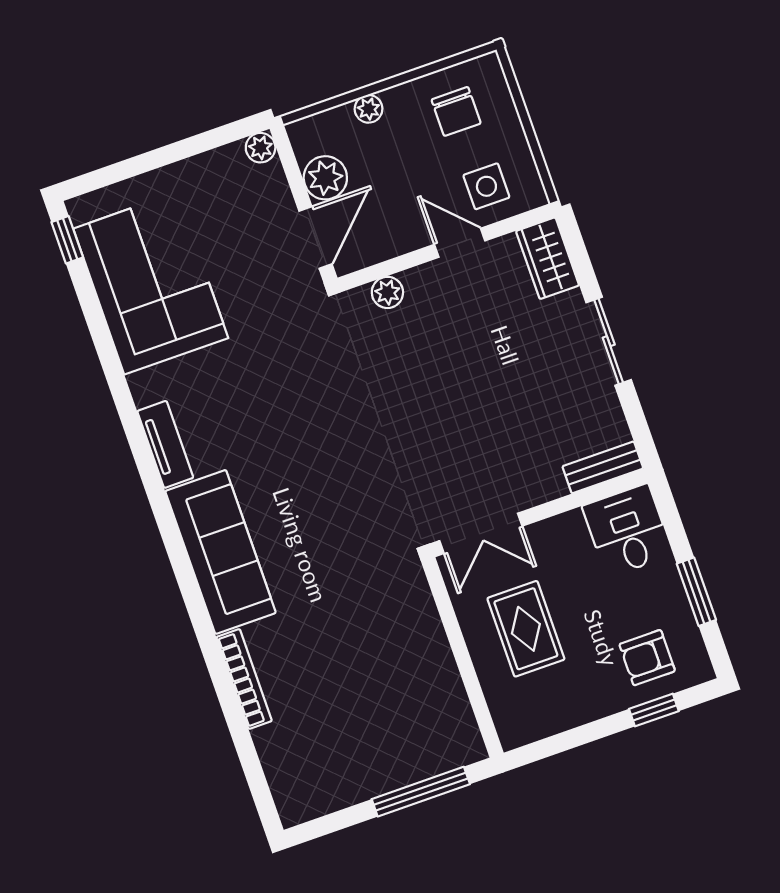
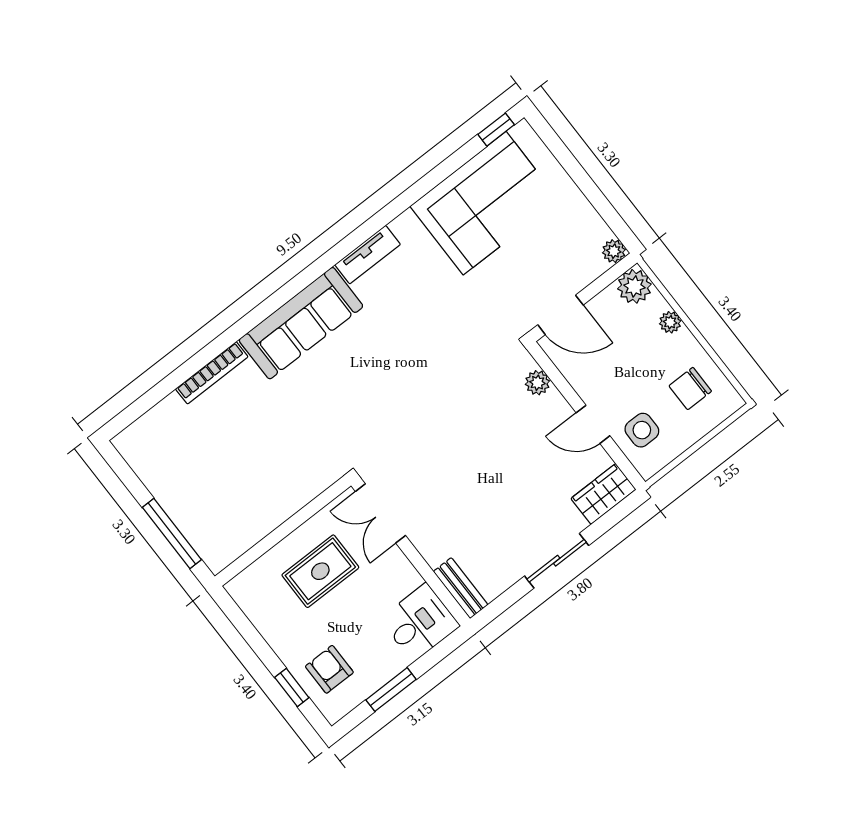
plant: (325, 178) -> (634, 286), moved
door: (460, 243) -> (593, 424), swing flipped

